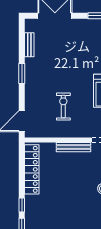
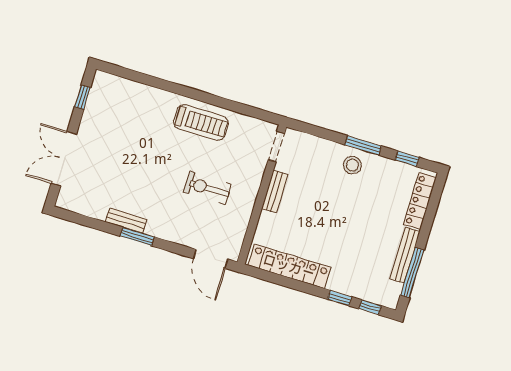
bench: (29, 45) -> (126, 221), moved
bench: (74, 147) -> (275, 191), width x0.73

